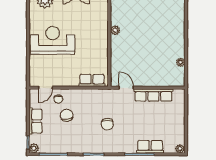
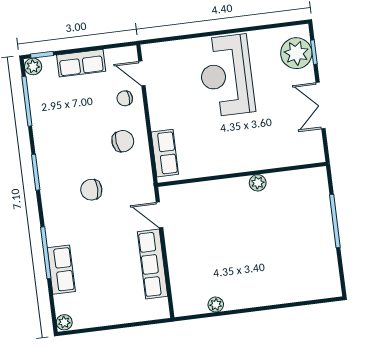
reception desk: (53, 40) -> (226, 76), turned 180
door: (126, 88) -> (159, 215), swing flipped
chair: (67, 115) -> (123, 141), moved

